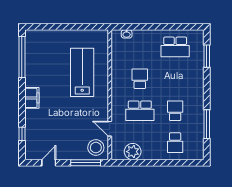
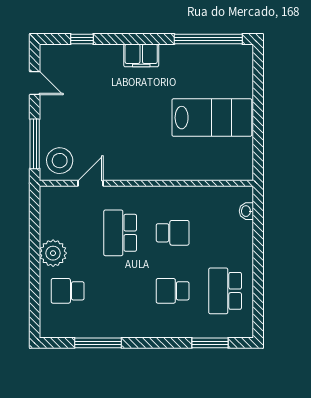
lab bench: (82, 72) -> (212, 118), moved
school desk: (175, 111) -> (173, 291), moved, turned 180
plant: (133, 152) -> (53, 253), moved

